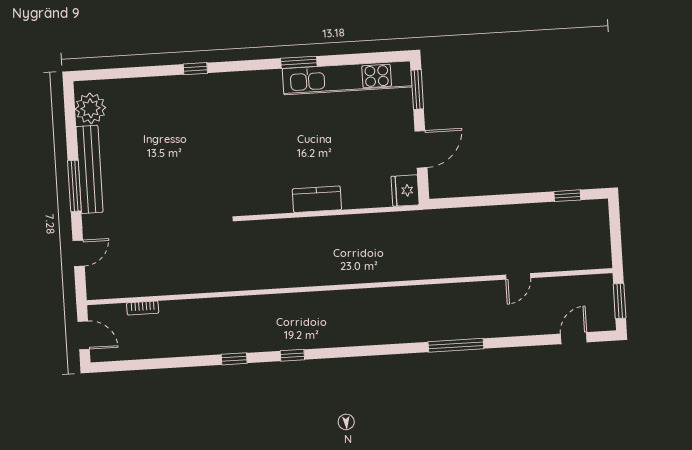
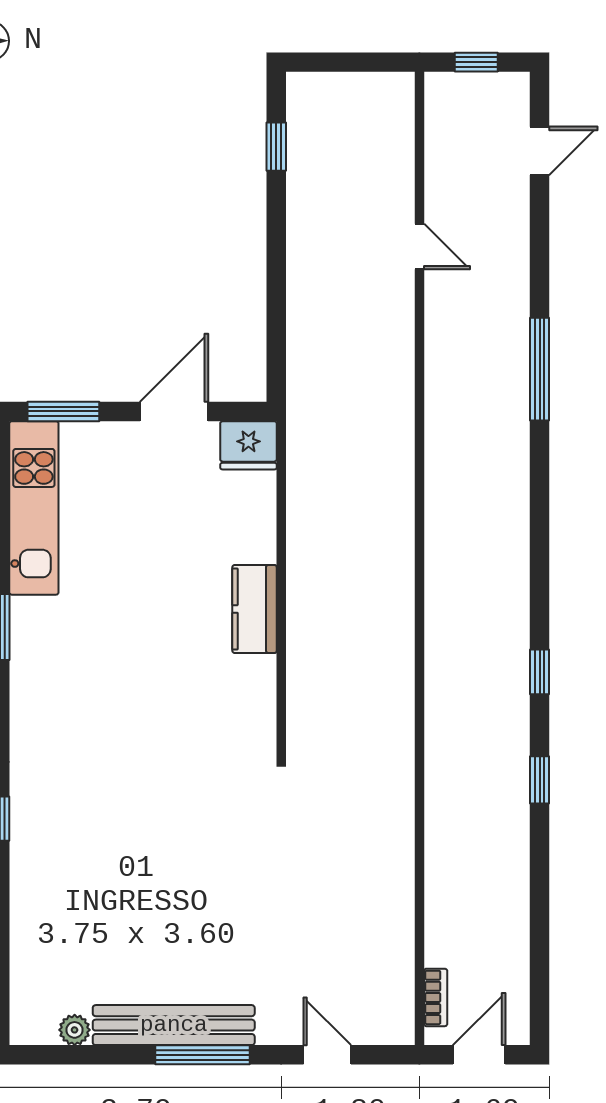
kitchen unit: (347, 78) -> (34, 508), width x0.73
plant: (90, 108) -> (75, 1030), width x0.53, depth x0.53
door: (421, 149) -> (174, 411), hinge flipped
window: (620, 301) -> (476, 62), width x0.67
bookcase: (143, 308) -> (436, 997), moved
door: (574, 338) -> (540, 151), swing flipped

